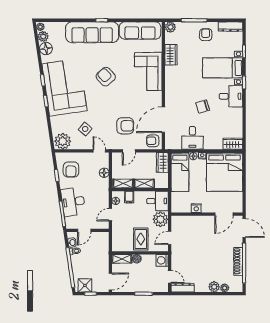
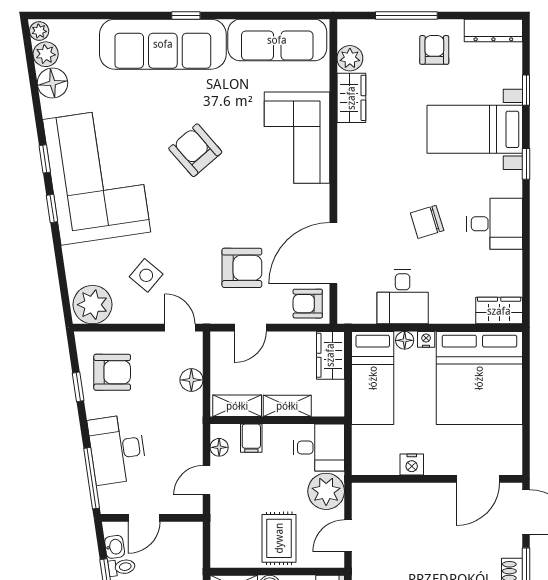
plant: (170, 27) -> (350, 58), moved
desk: (231, 96) -> (495, 224), moved
armchair: (71, 170) -> (112, 372), turned -90

